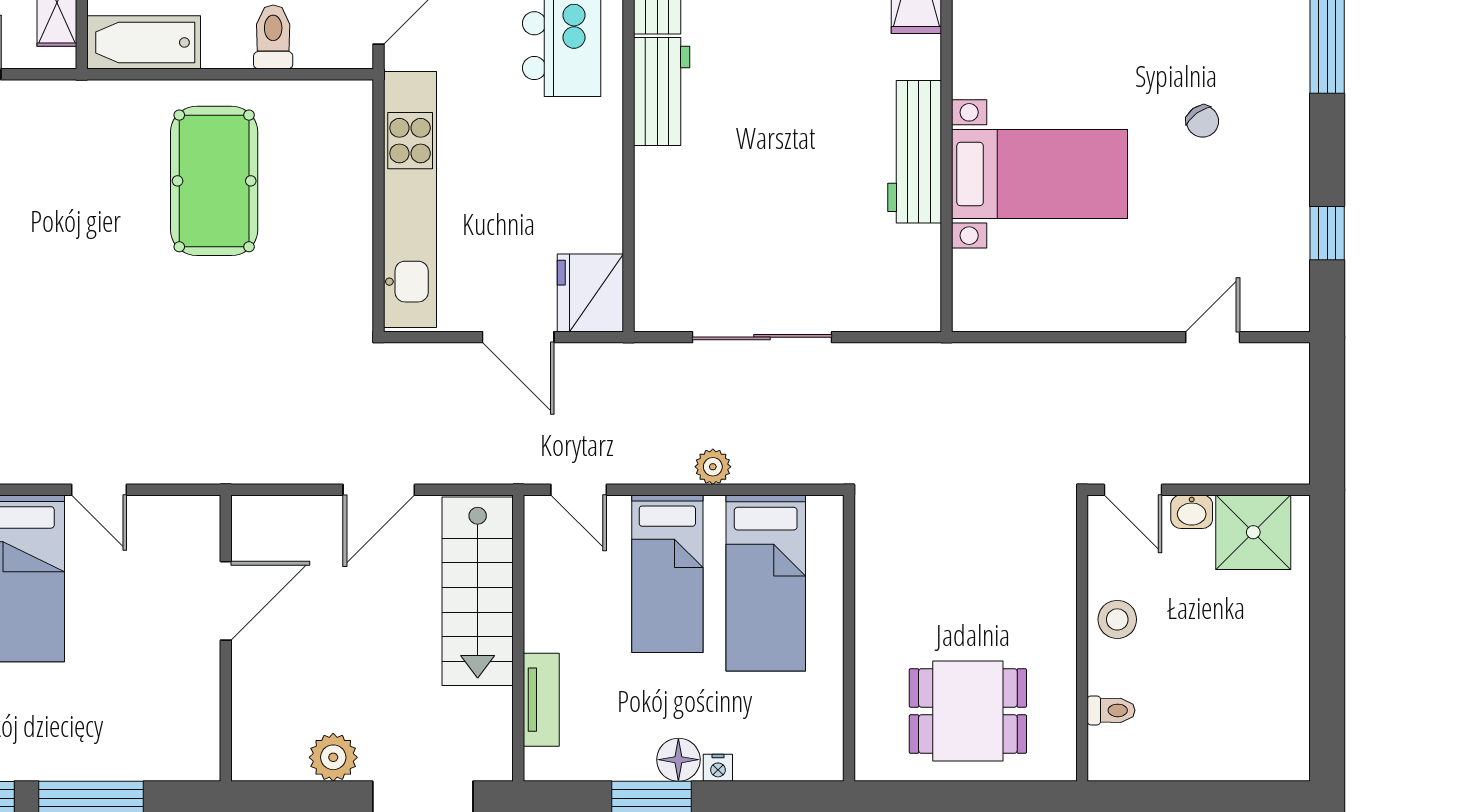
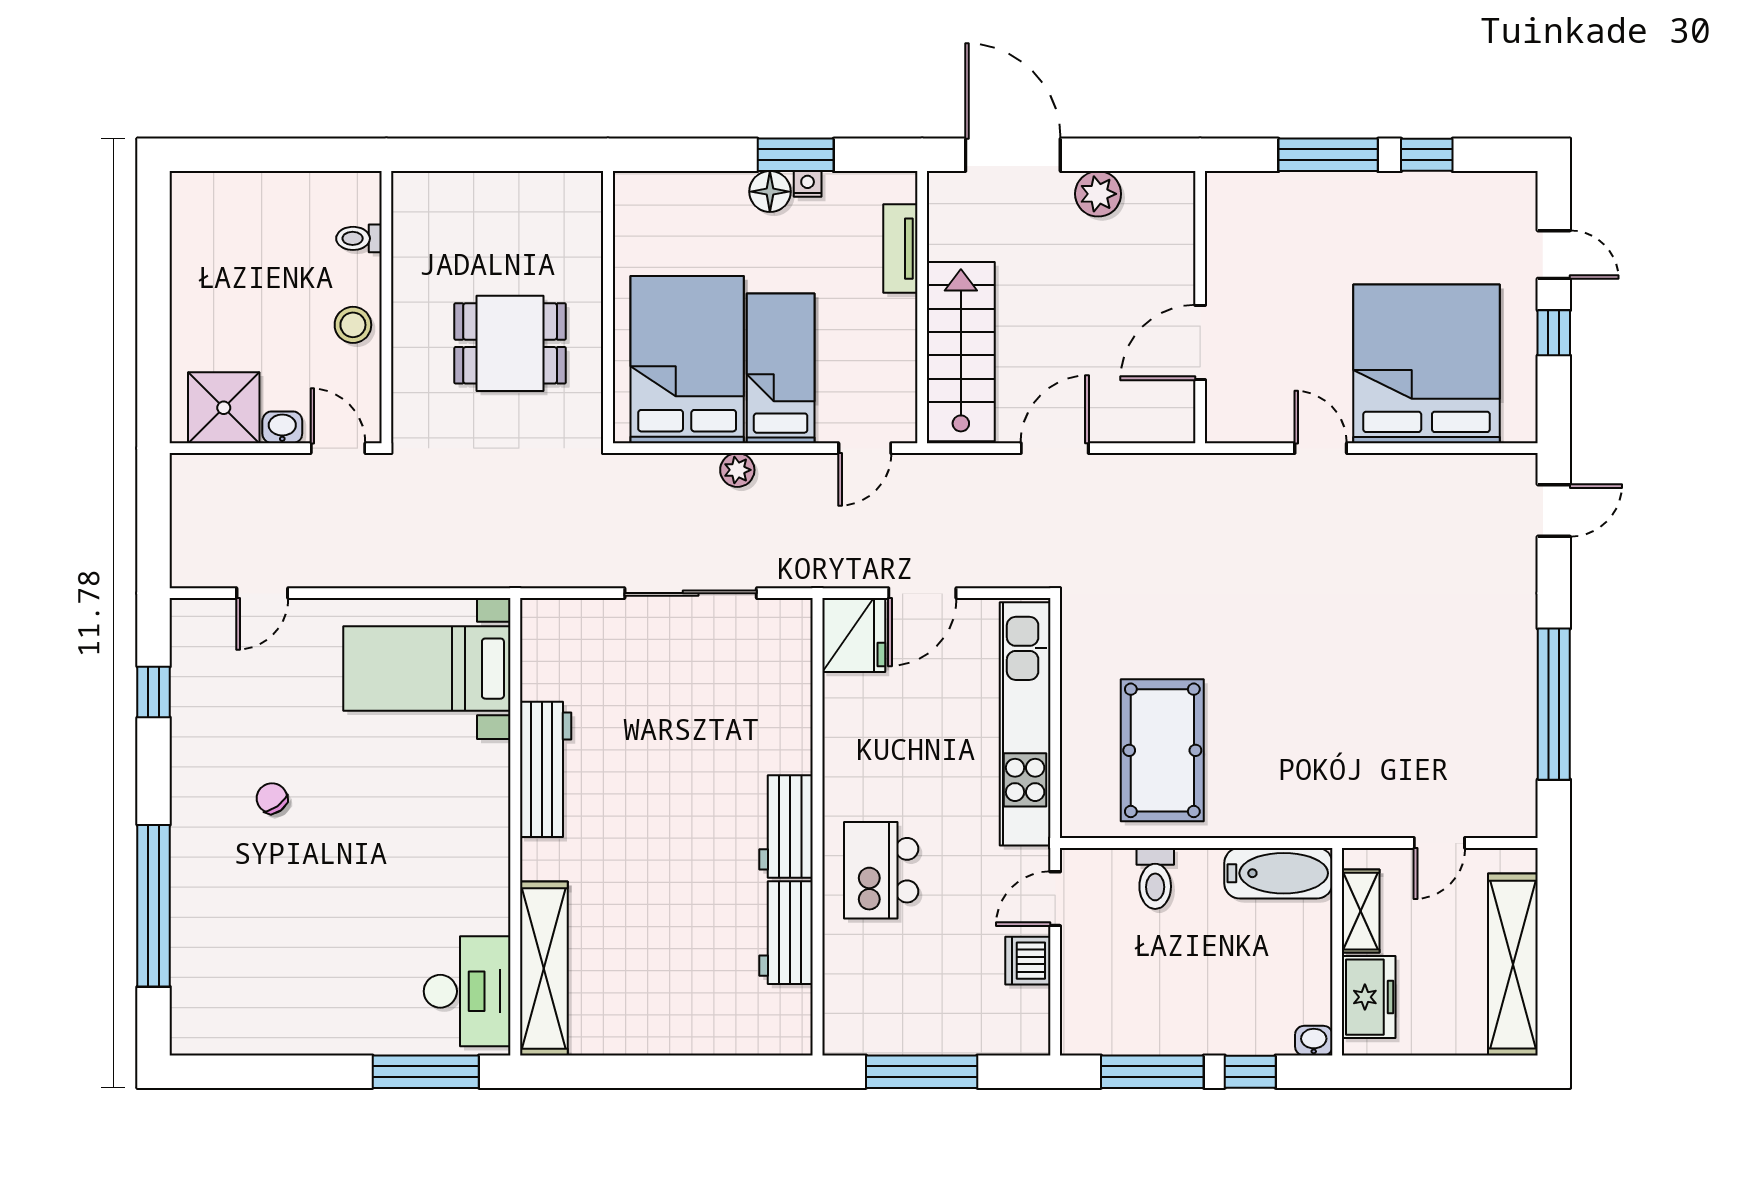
bed with nightstands: (1039, 174) -> (427, 669), moved
pool table: (214, 181) -> (1162, 750), moved
door: (518, 337) -> (922, 593), swing flipped
door: (579, 490) -> (865, 448), swing flipped
bed: (766, 583) -> (687, 360), width x1.50
dining table: (968, 711) -> (510, 343), moved
nightstand: (718, 768) -> (808, 184), moved

